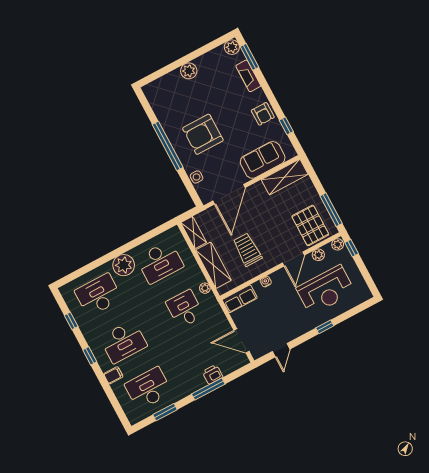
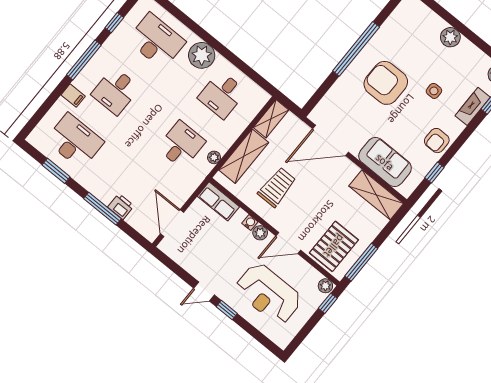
side table: (197, 177) -> (434, 91), moved
plant: (318, 255) -> (260, 233), moved
desk: (160, 262) -> (222, 95), width x0.73
desk: (123, 342) -> (115, 91), width x0.73
door: (281, 350) -> (204, 292), moved
window: (90, 356) -> (84, 60), width x2.17

